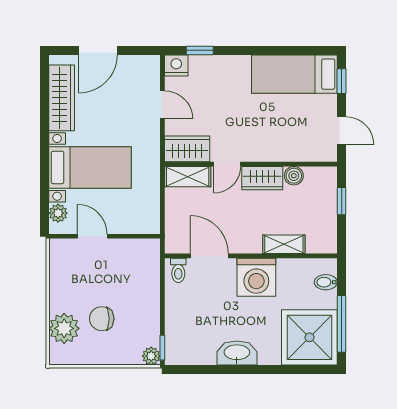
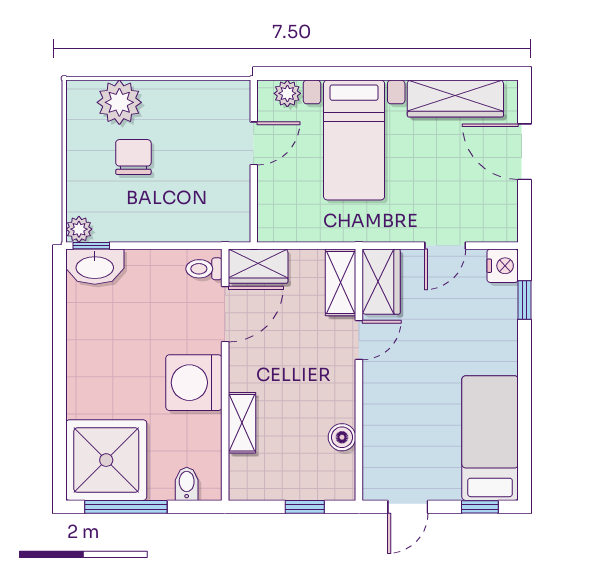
door: (227, 164) -> (359, 340), swing flipped
wardrobe: (262, 178) -> (258, 266), moved, turned -90
washbasin: (237, 353) -> (95, 267), moved, turned 90

